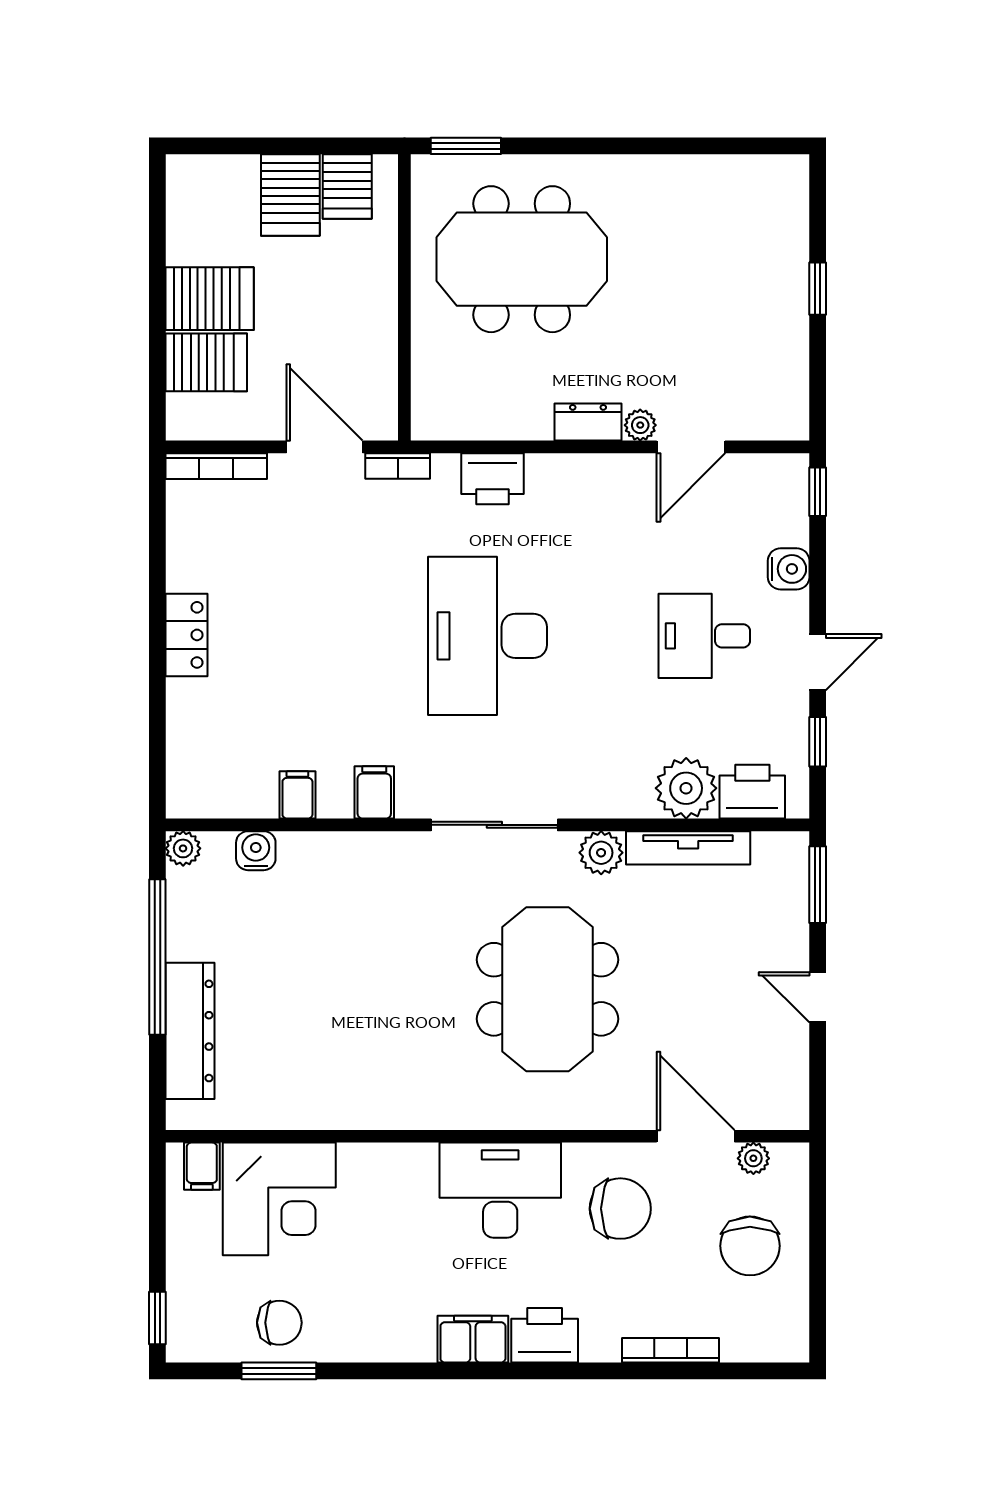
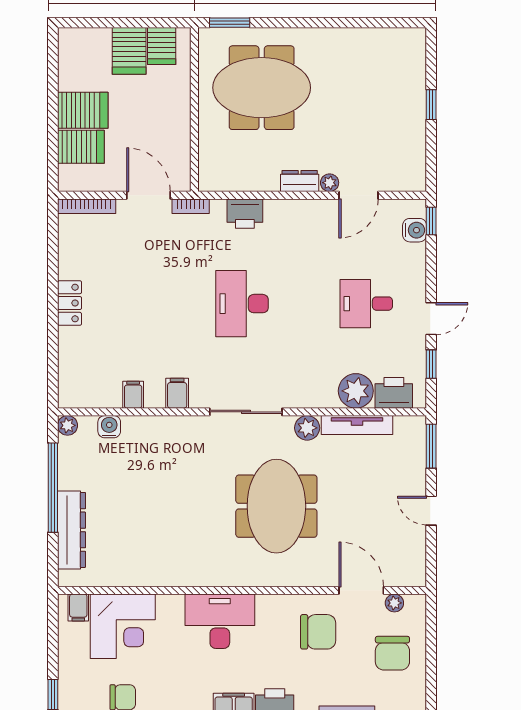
water cooler: (789, 569) -> (415, 230), moved
desk: (487, 636) -> (242, 304), width x0.73, depth x0.77
desk: (500, 1190) -> (220, 621), moved

